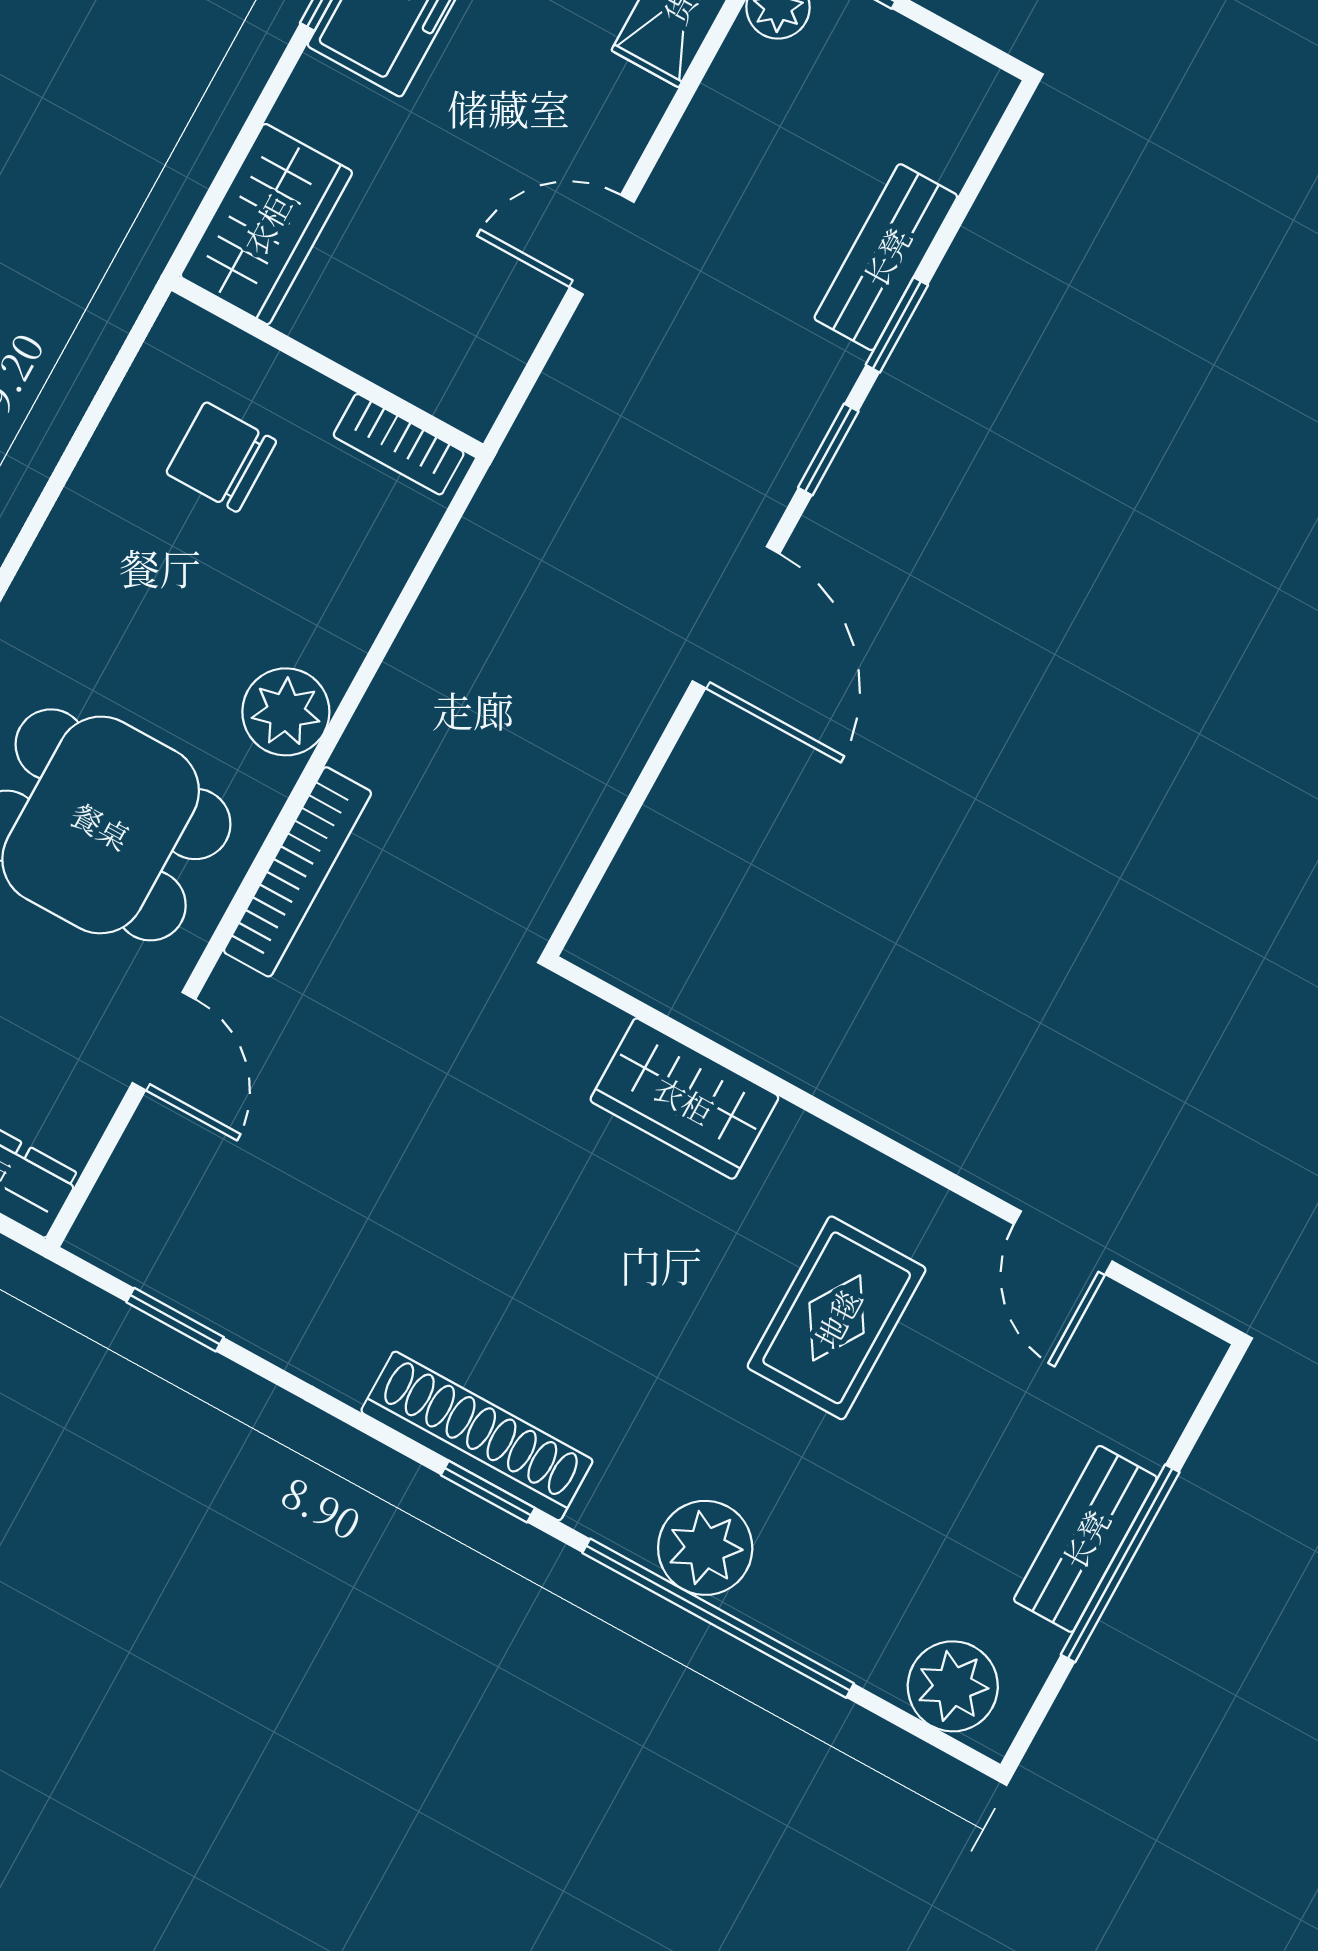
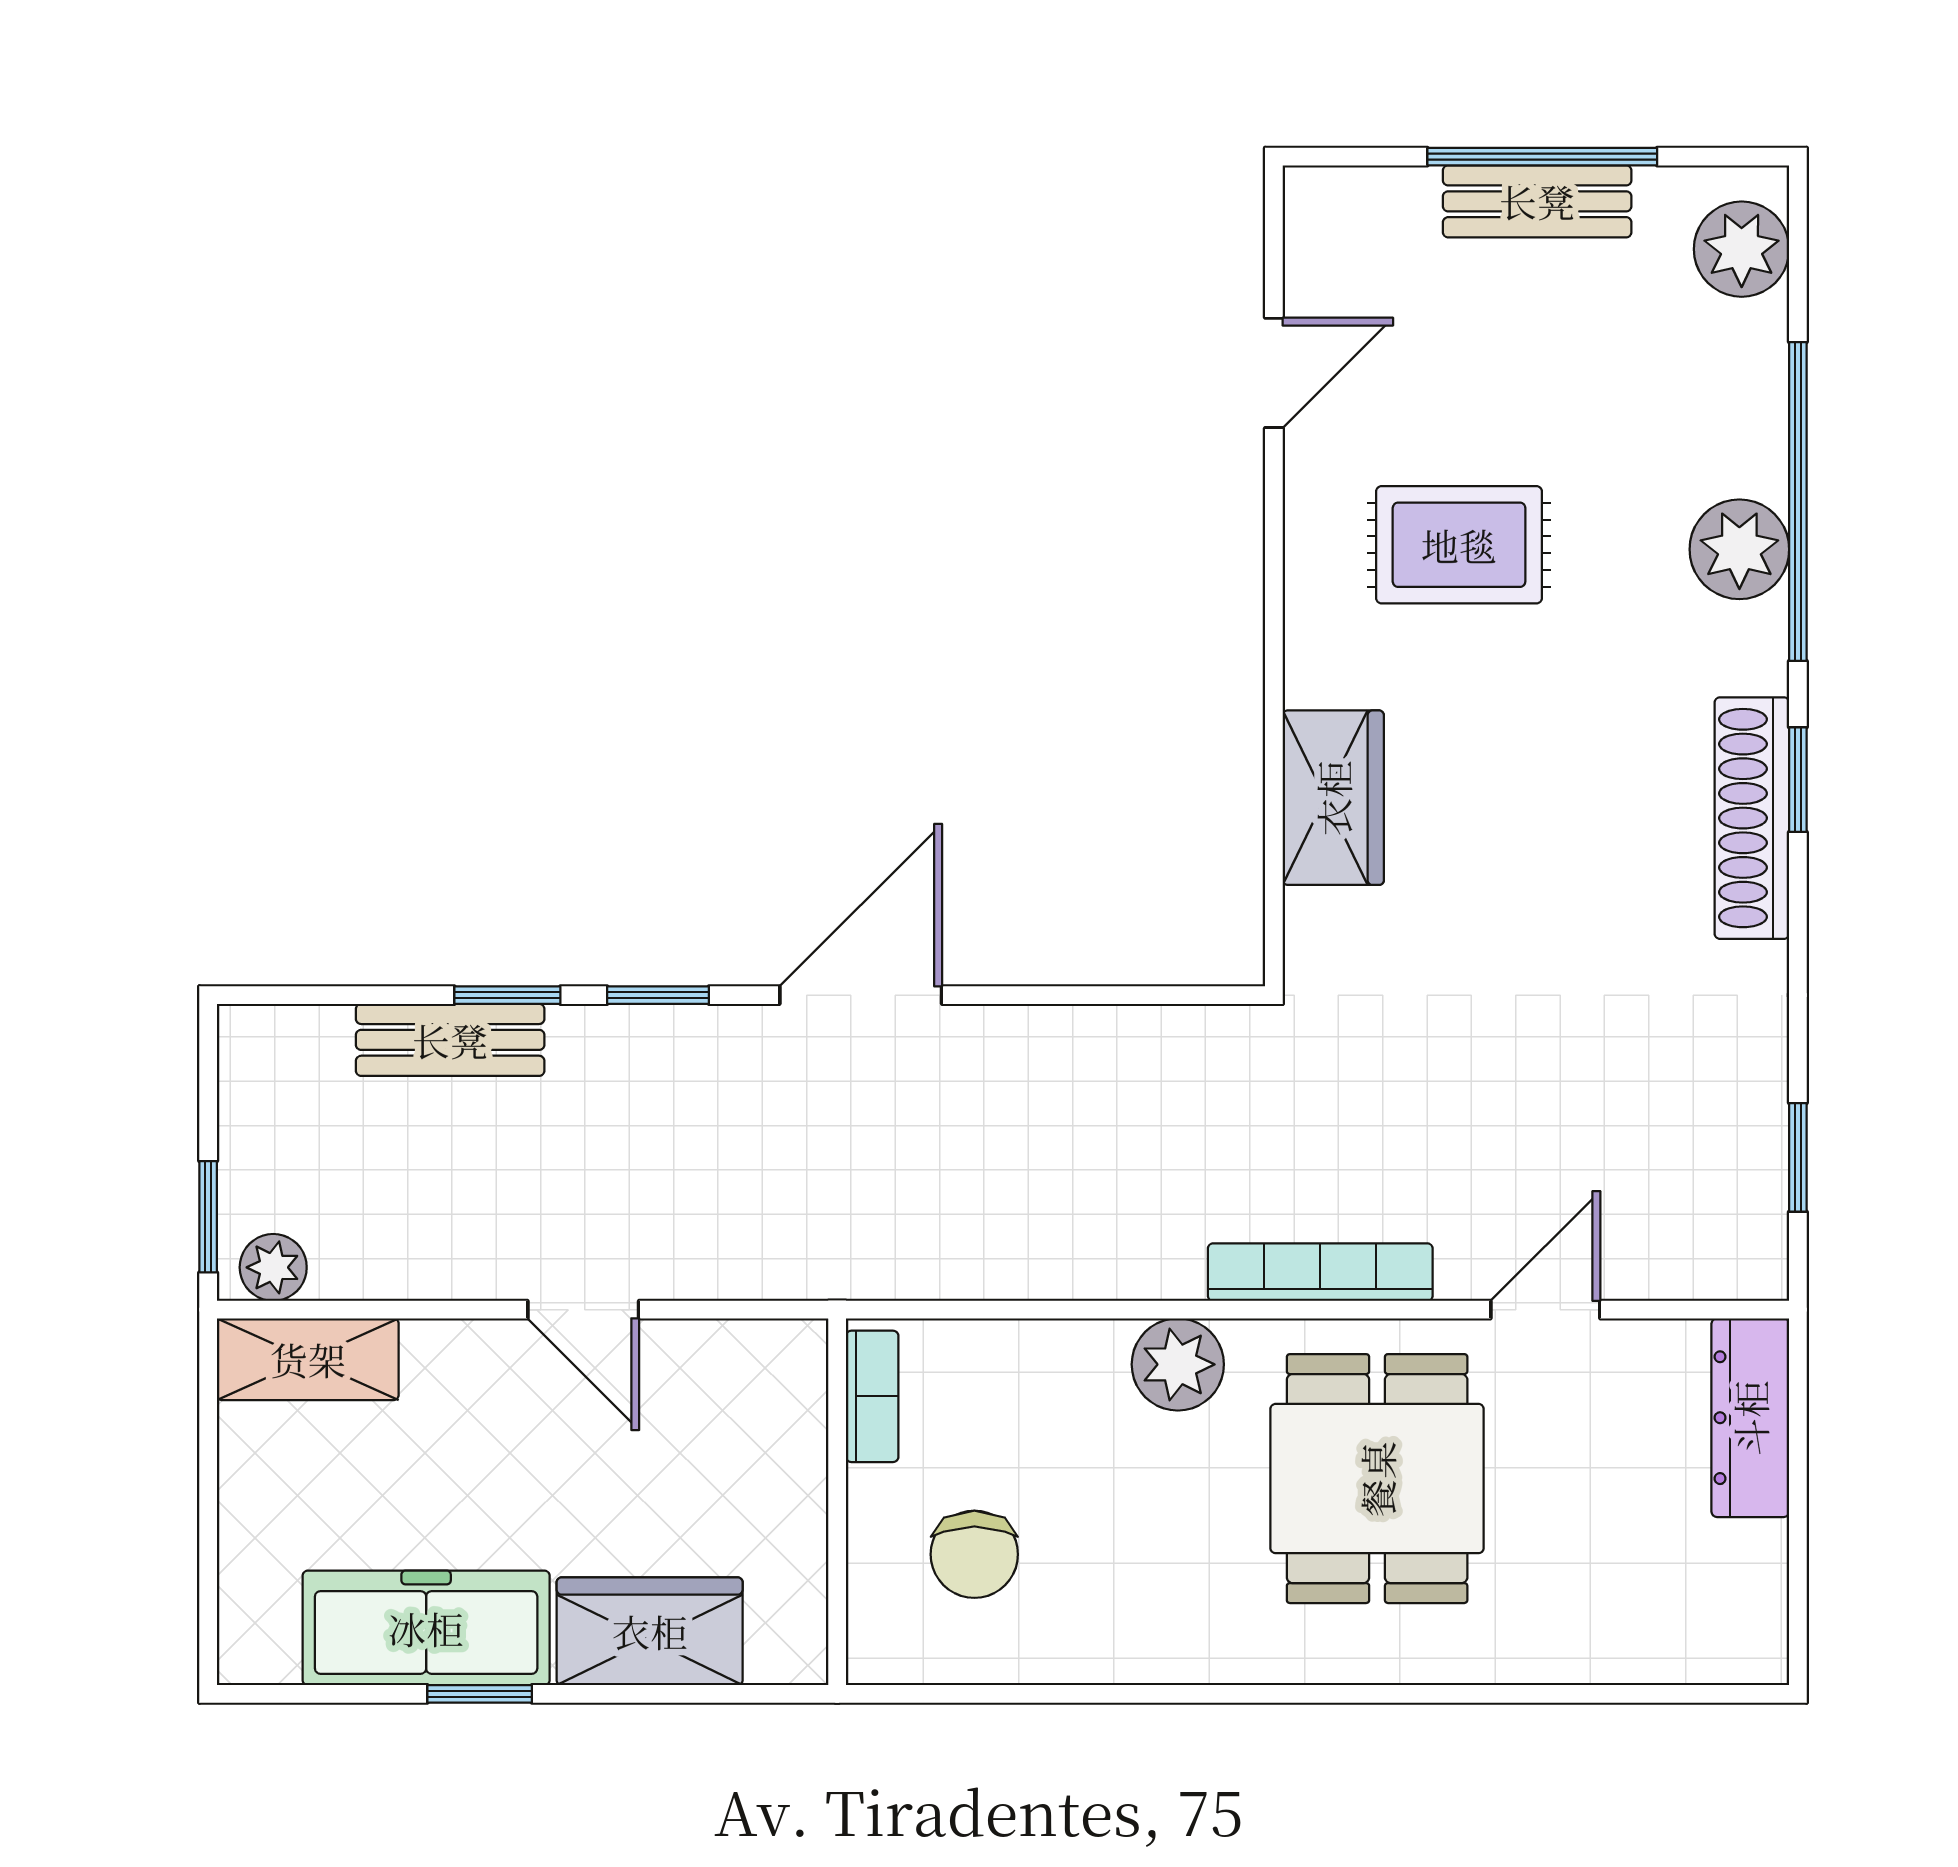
wardrobe: (266, 224) -> (650, 1631), moved

